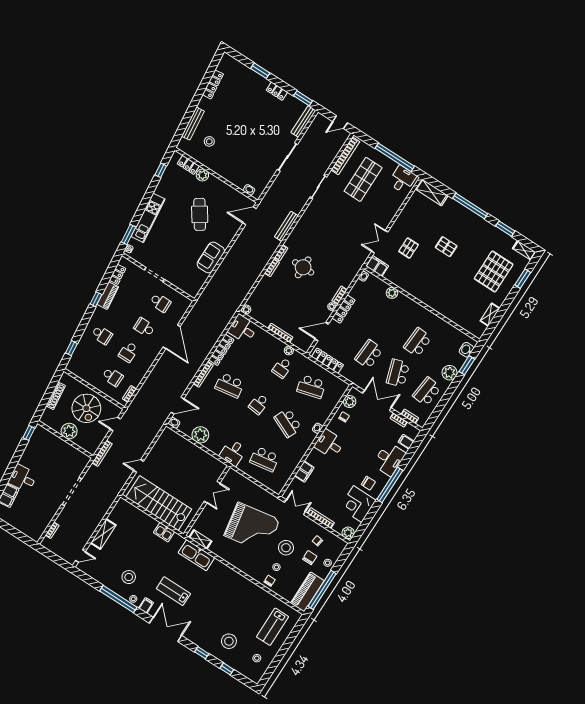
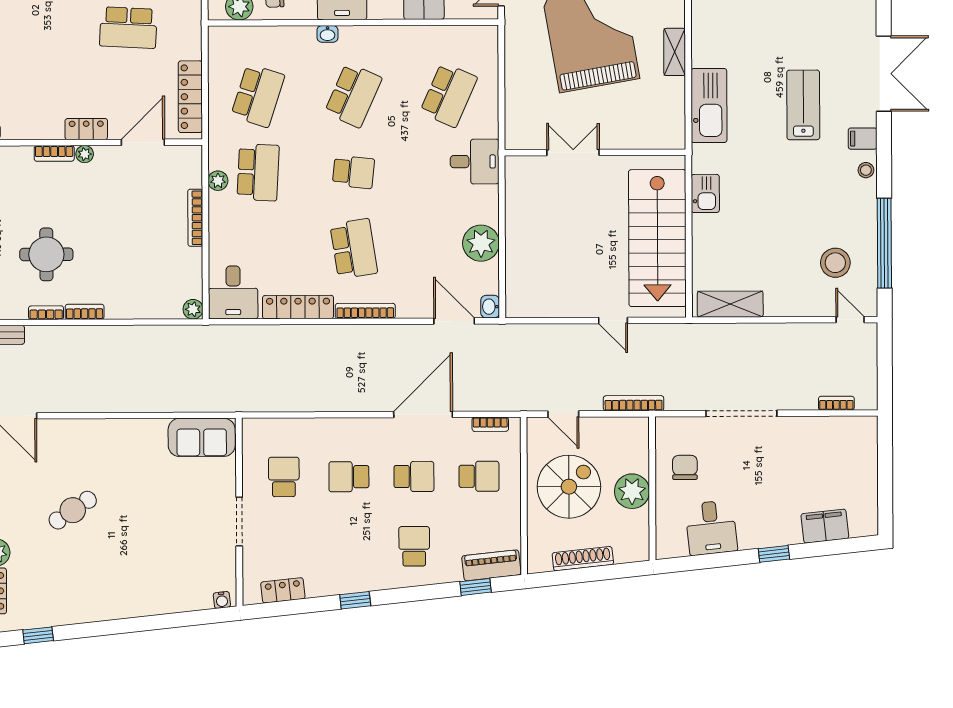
cafe table: (200, 214) -> (73, 510), width x0.73, depth x0.74
kitchen unit: (148, 218) -> (141, 602), removed
window: (128, 235) -> (196, 618), removed
sofa: (211, 257) -> (202, 437), moved
piano: (108, 296) -> (491, 565), moved
locker: (344, 309) -> (86, 129), width x0.66
school desk: (144, 327) -> (349, 477), turned 90
door: (322, 332) -> (143, 142), swing flipped
door: (172, 337) -> (423, 415), moved
school desk: (282, 368) -> (258, 172), width x1.85
school desk: (112, 377) -> (479, 476), turned 90
school desk: (311, 387) -> (258, 96), turned 33
window: (29, 433) -> (774, 554), moved
chair: (65, 457) -> (685, 467), added
school desk: (265, 459) -> (449, 95), turned 33
desk: (23, 478) -> (711, 528), moved
shelving: (103, 534) -> (730, 304), moved
shelving: (200, 539) -> (675, 52), moved
stool: (129, 577) -> (835, 263), moved
lab bench: (173, 591) -> (803, 105), turned 180
window: (118, 599) -> (884, 243), moved
double door: (165, 629) -> (884, 74), swing flipped

